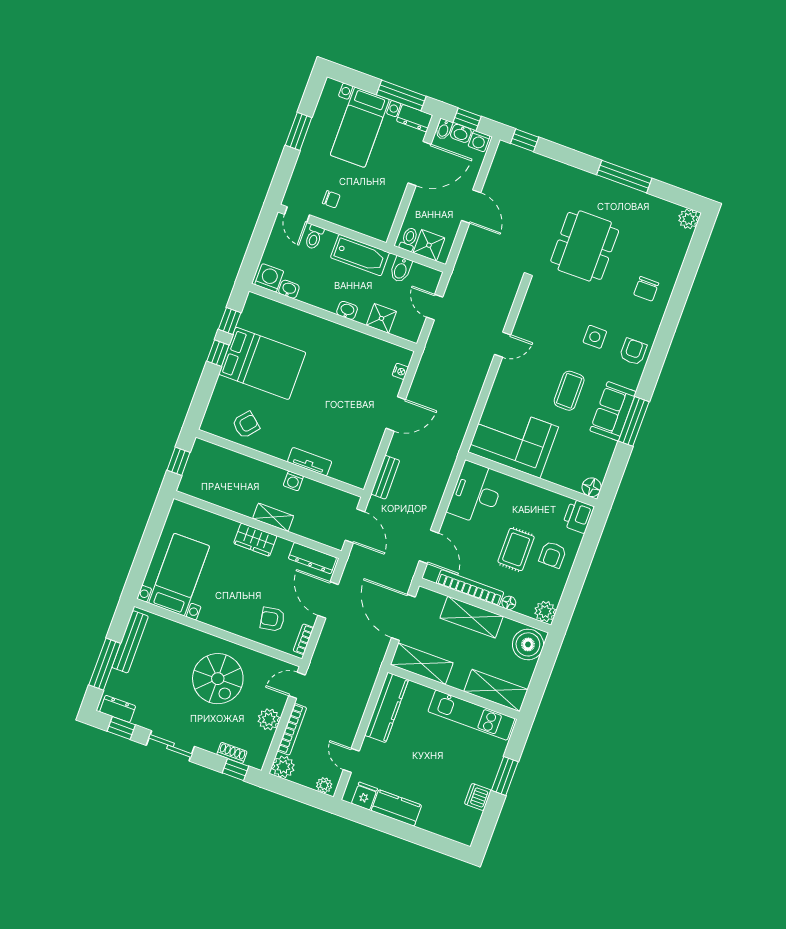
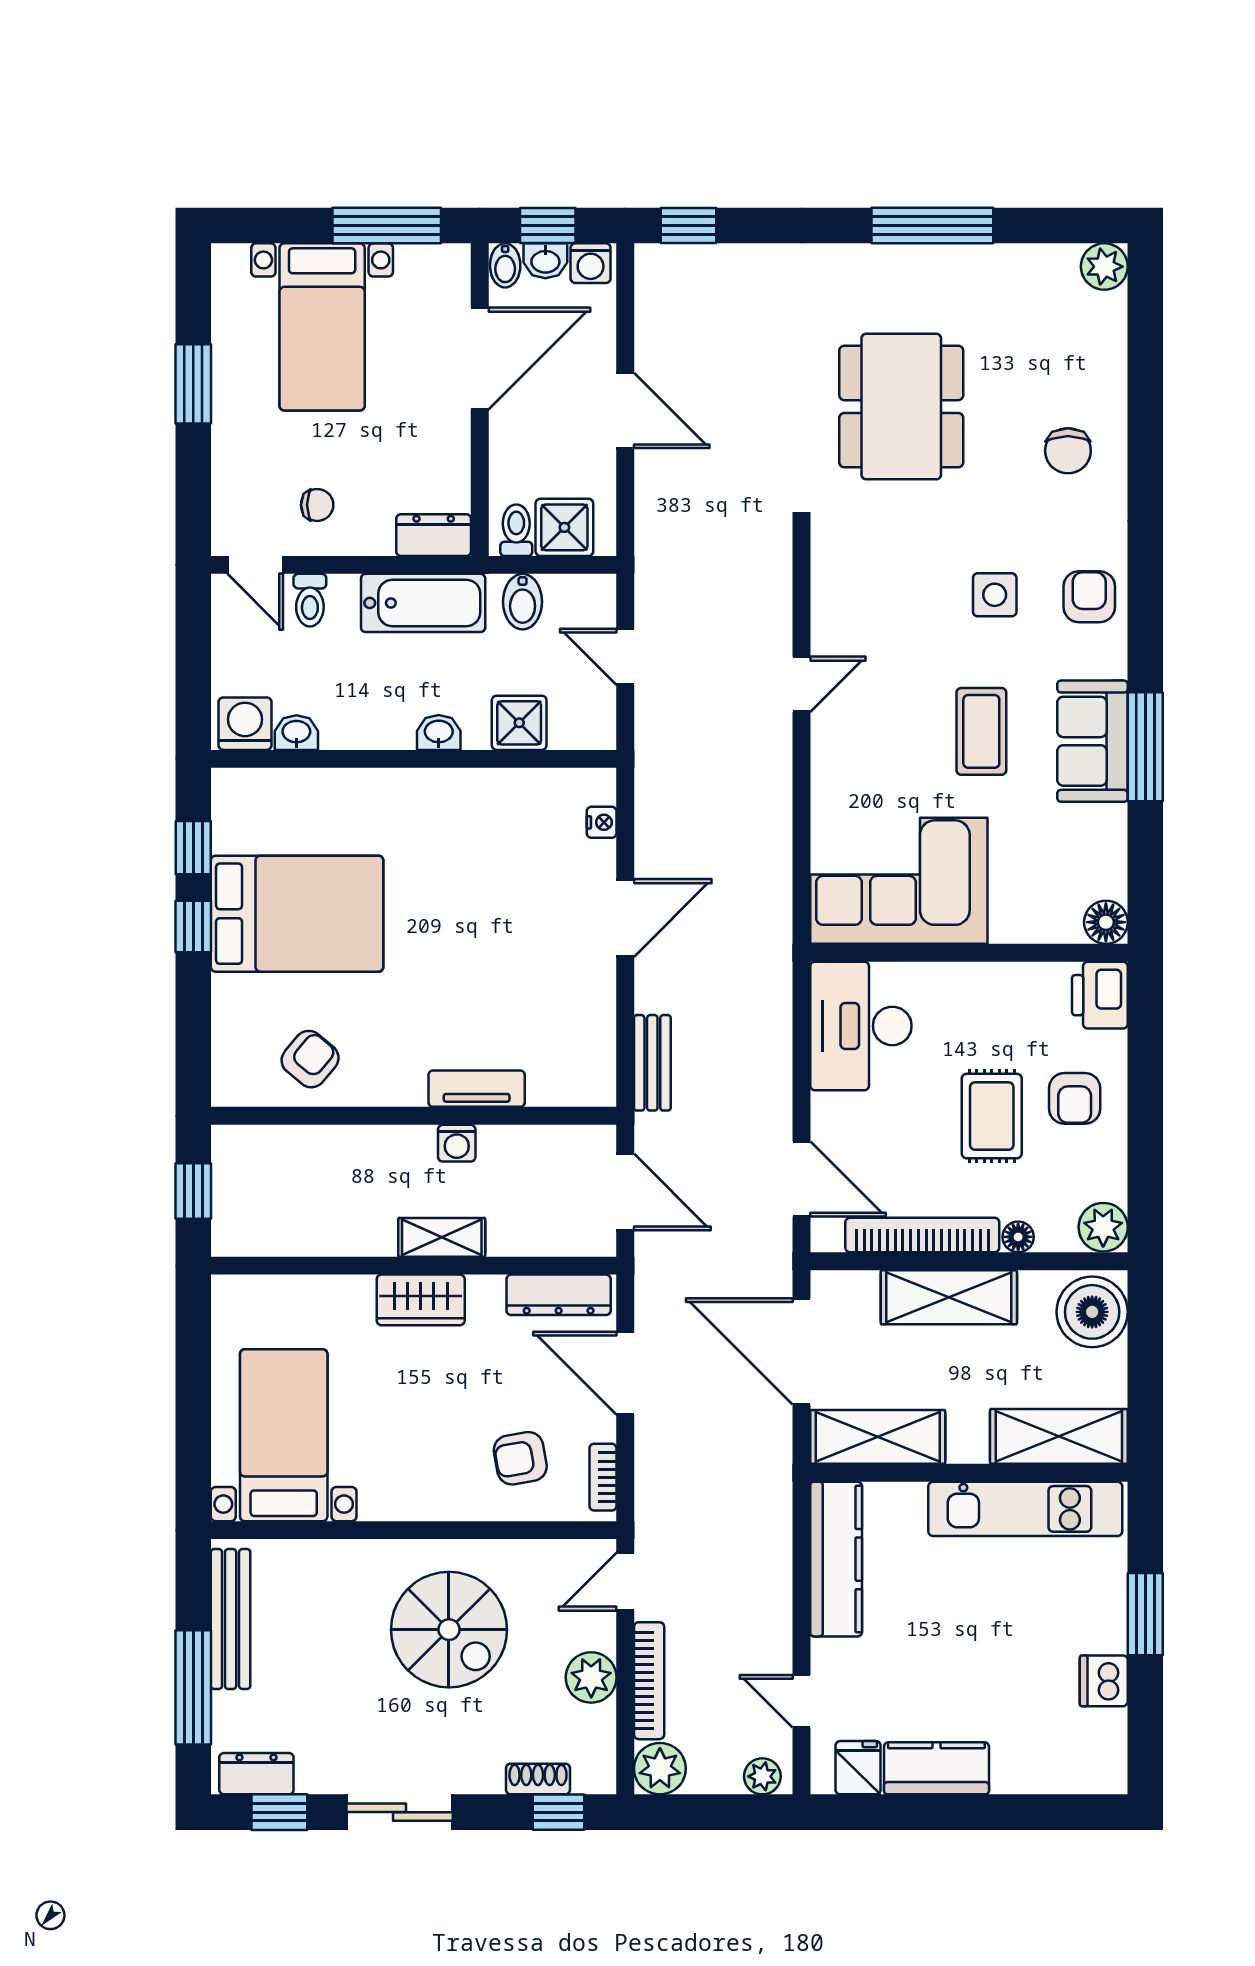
dresser: (415, 118) -> (434, 535), moved, turned 180

